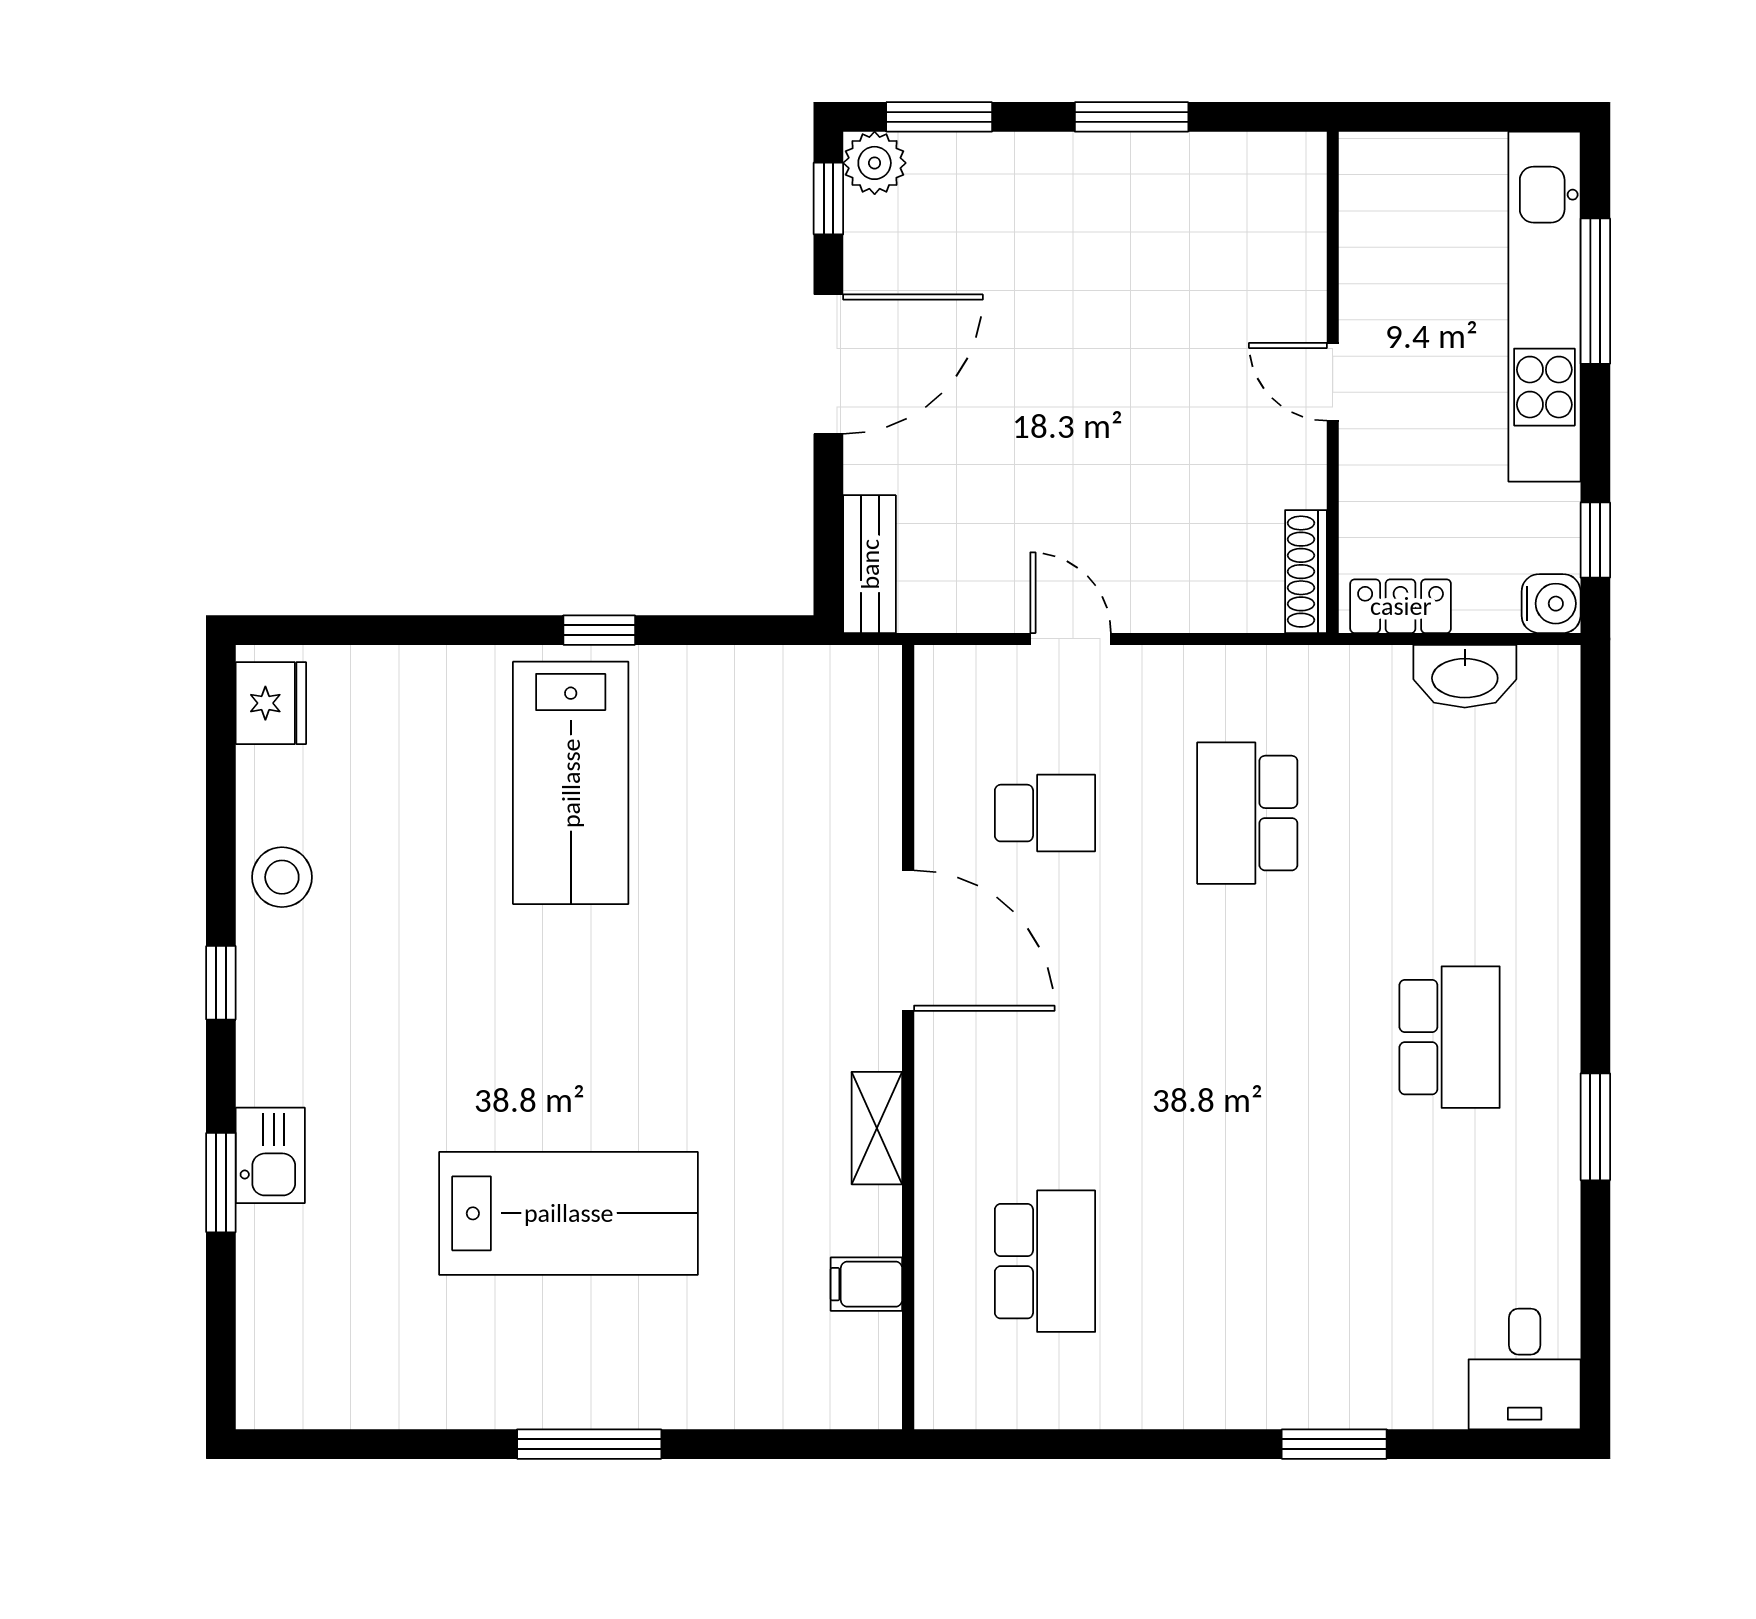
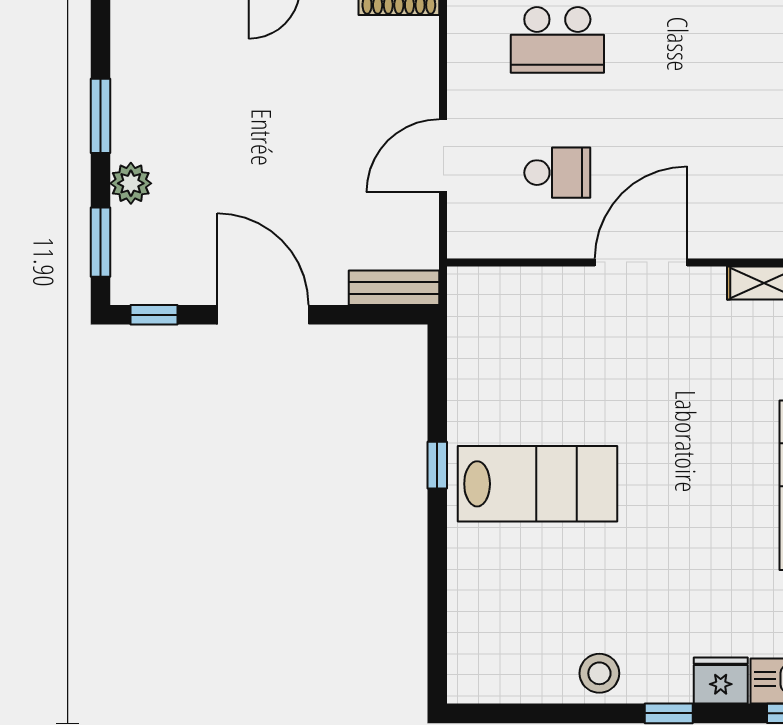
plant: (875, 163) -> (131, 183), moved
door: (1071, 639) -> (443, 156), width x1.38
fridge: (271, 703) -> (721, 681), moved
school desk: (1045, 813) -> (557, 173), turned 90

